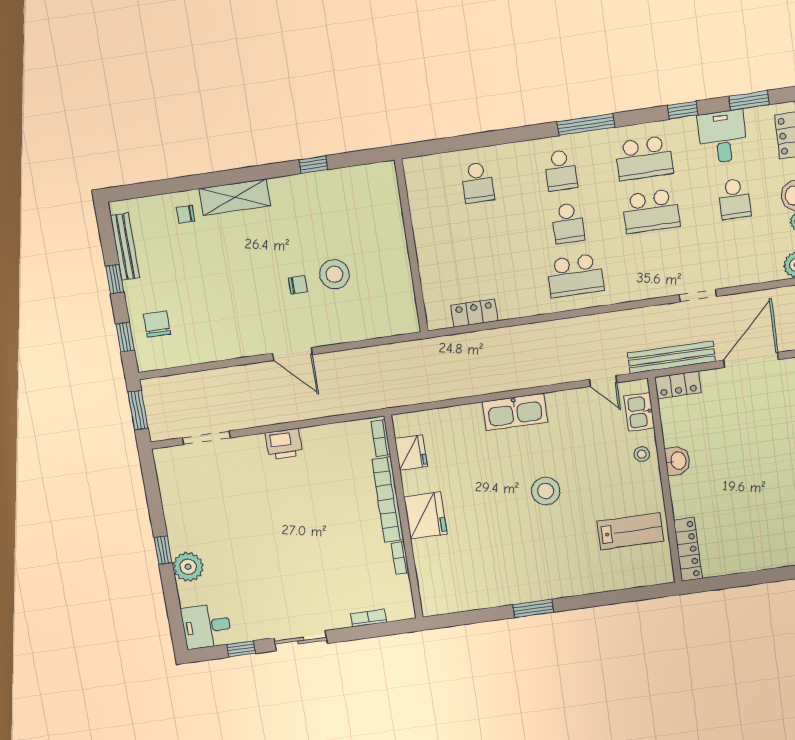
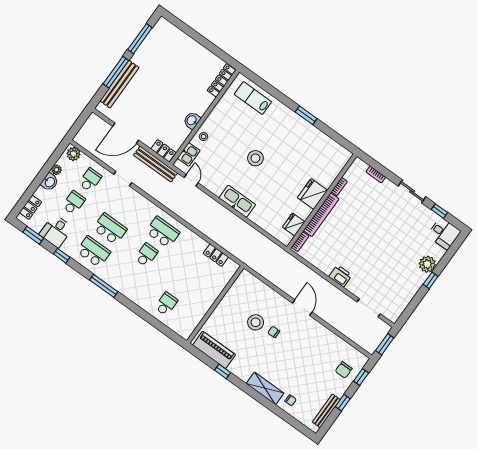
school desk: (561, 170) -> (90, 180), moved
piano: (353, 183) -> (214, 350), added
lab bench: (630, 531) -> (253, 98), moved

